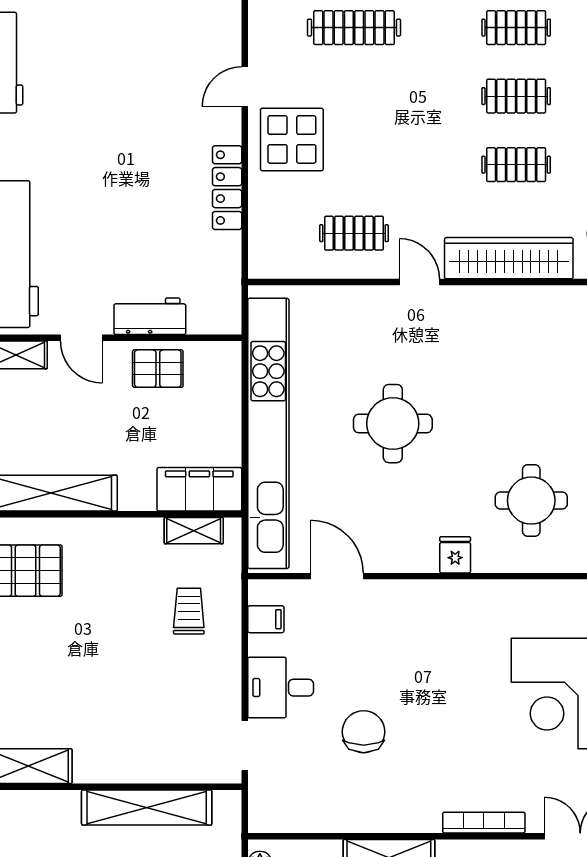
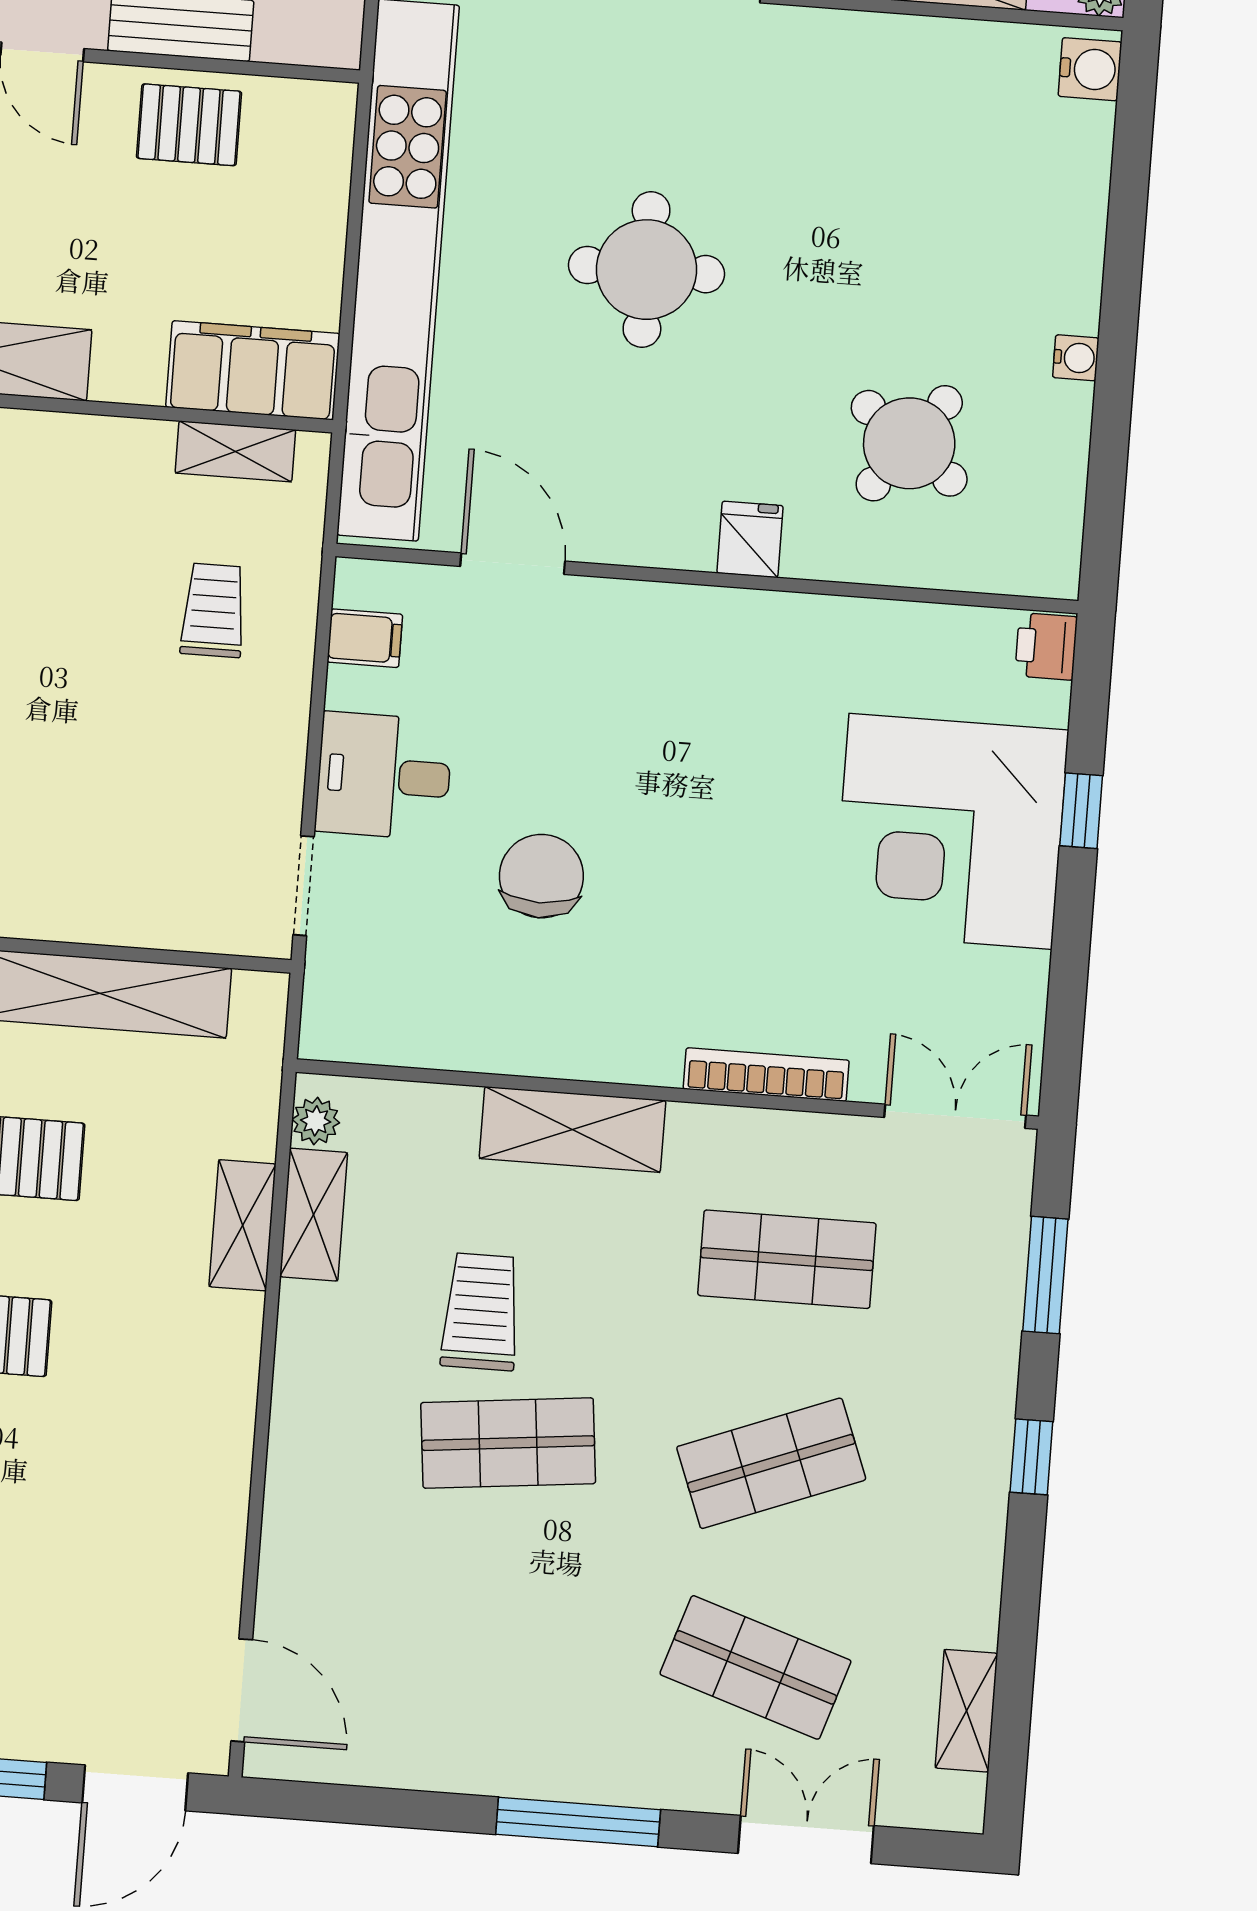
round table: (531, 501) -> (909, 443), turned 37

